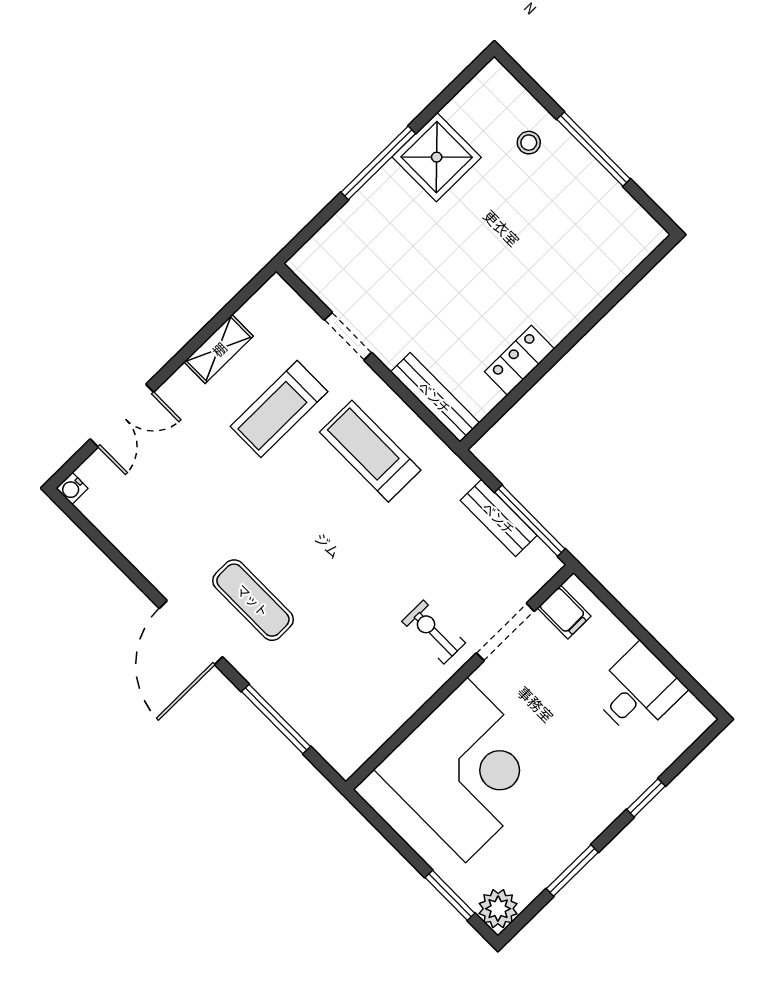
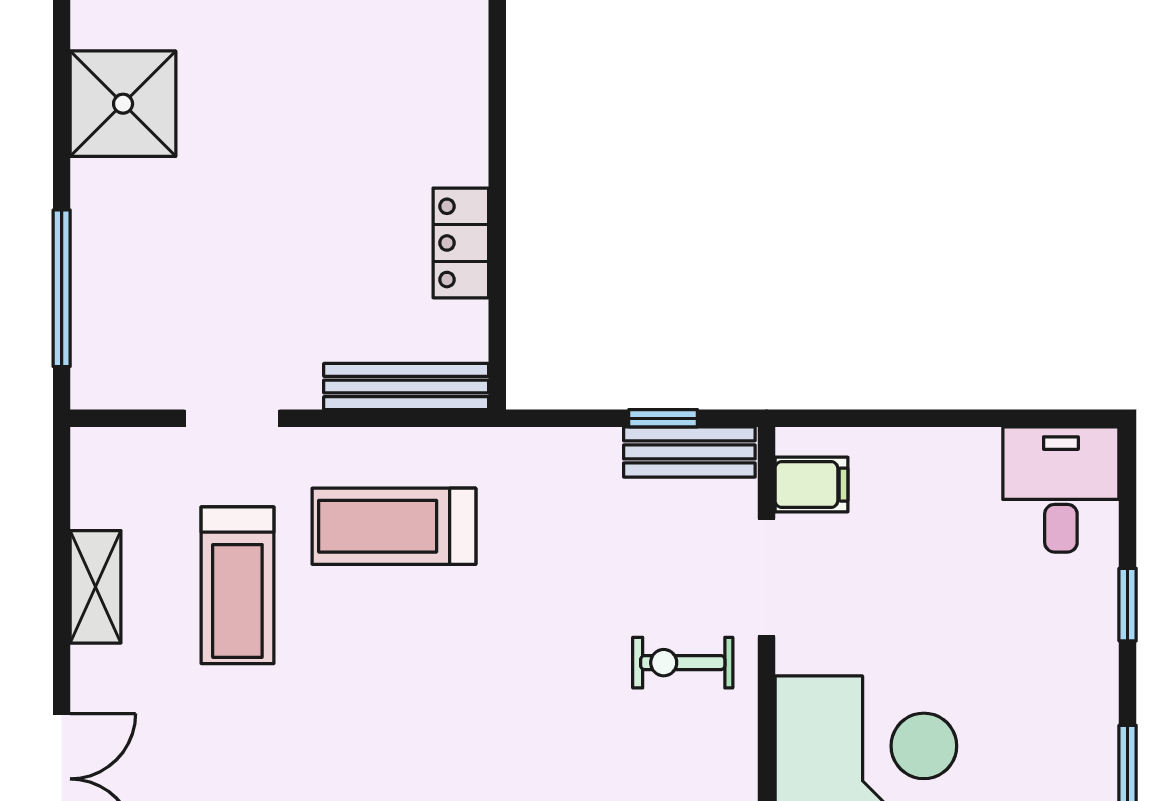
window: (378, 163) -> (62, 288), moved
bench: (499, 518) -> (689, 452), moved
window: (530, 521) -> (663, 418), width x0.46
desk: (638, 691) -> (1061, 489), moved

